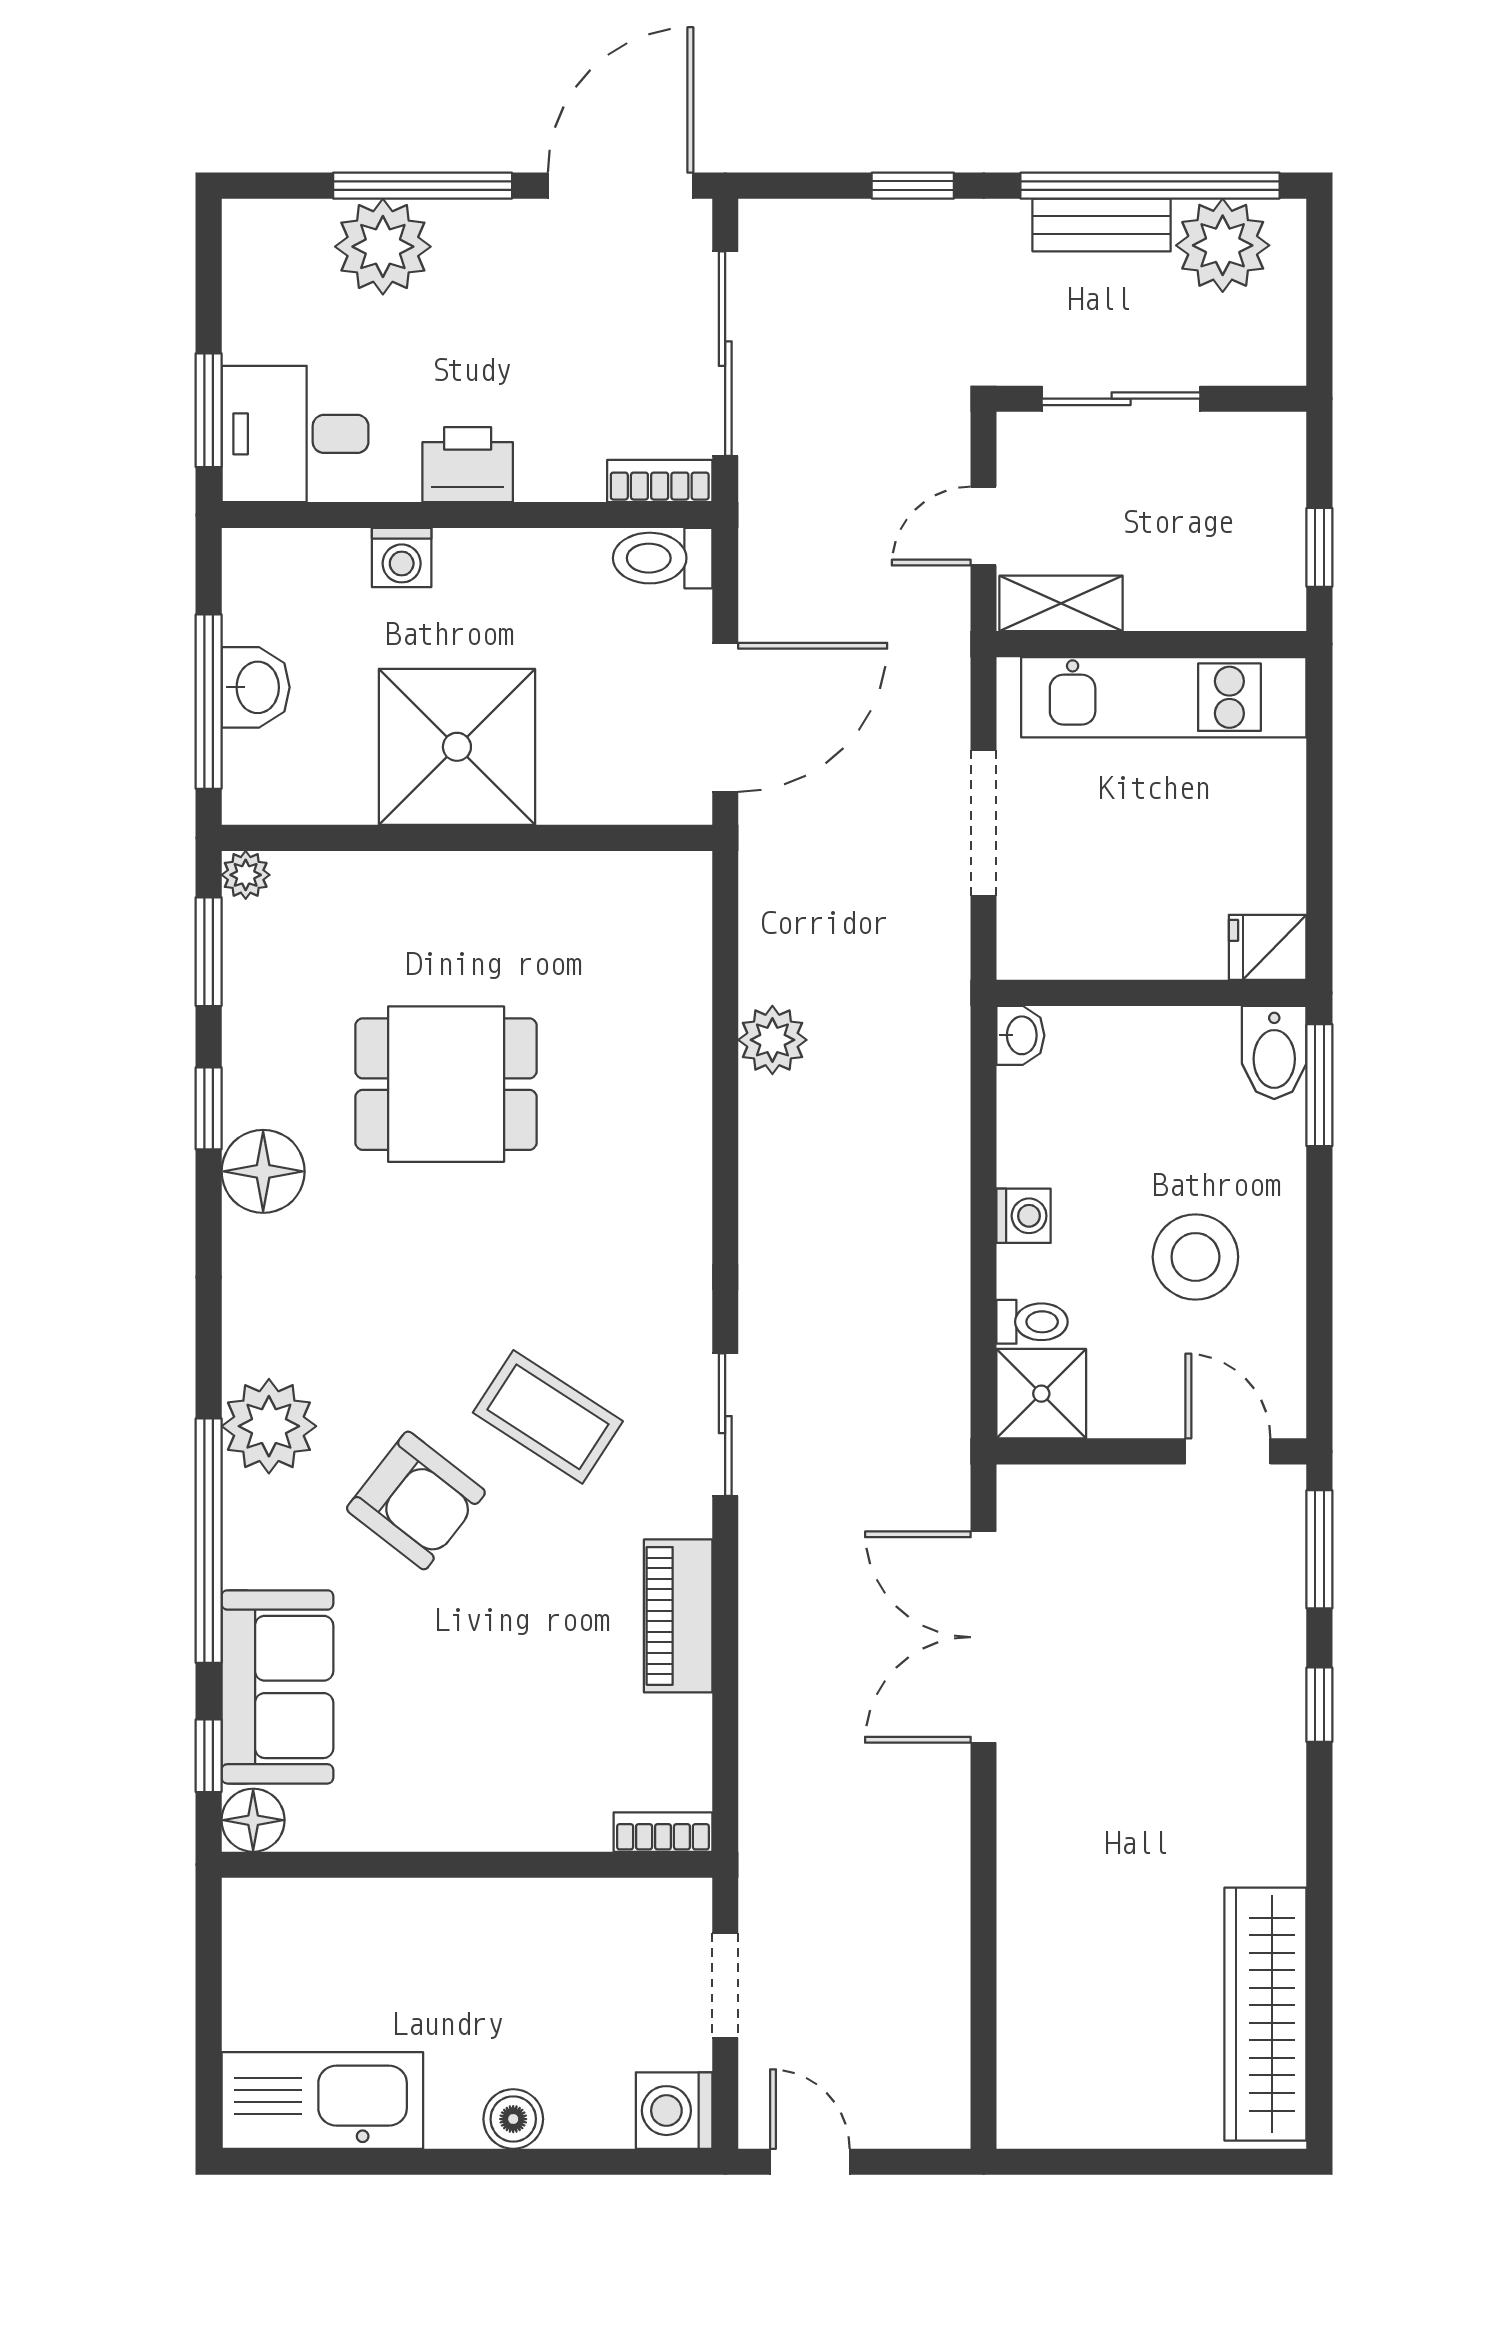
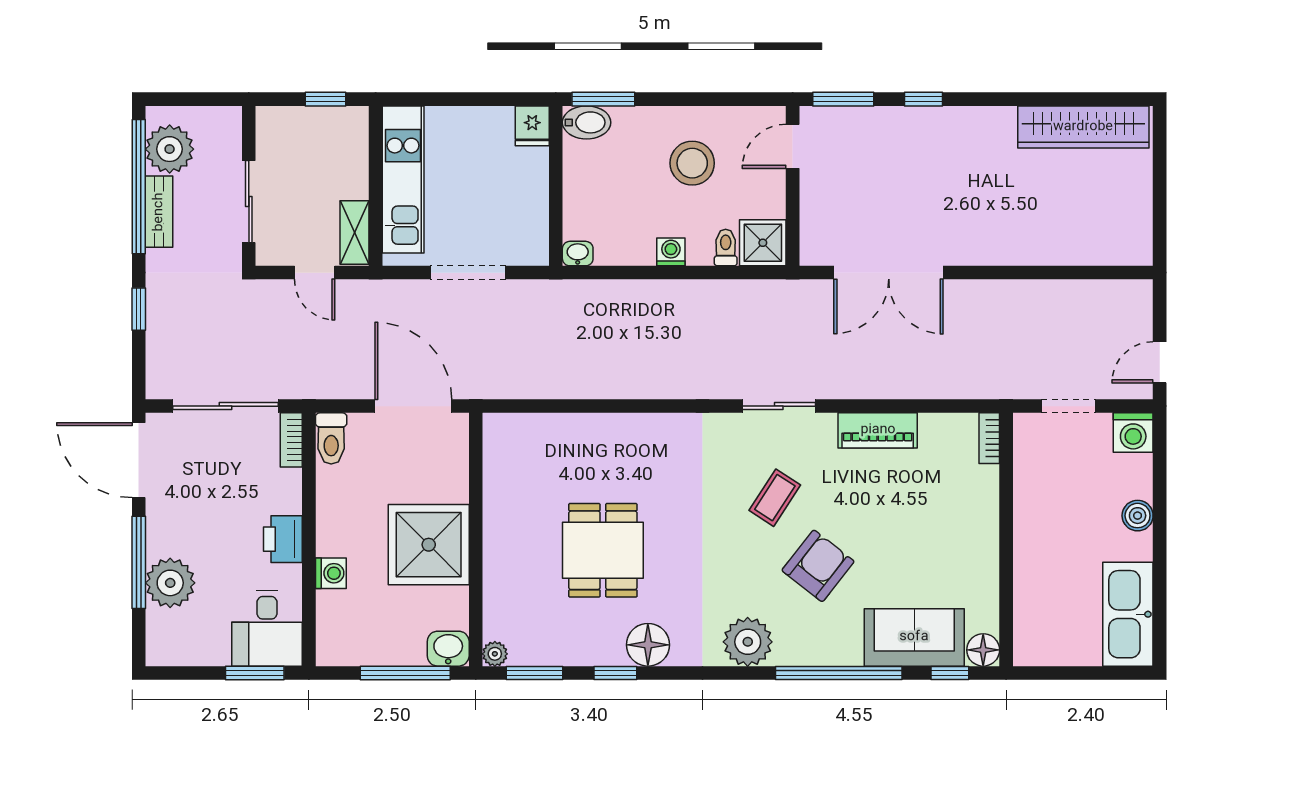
washbasin: (256, 687) -> (448, 649), moved
plant: (772, 1040) -> (580, 382), removed
coffee table: (548, 1417) -> (775, 498), width x0.73, depth x0.77
plant: (269, 1426) -> (748, 642), moved

